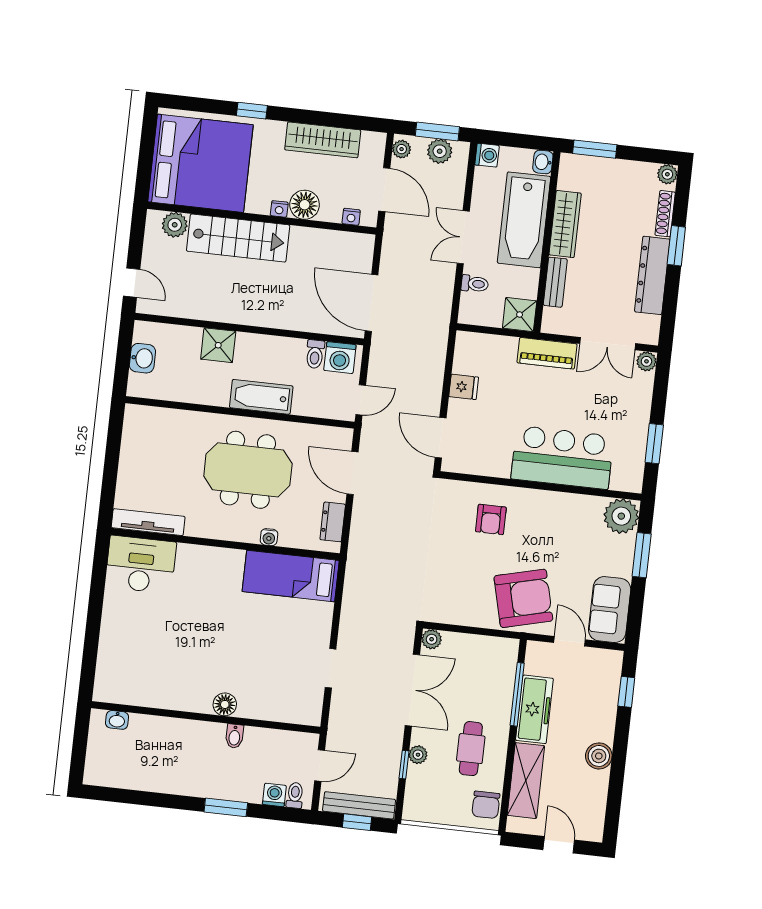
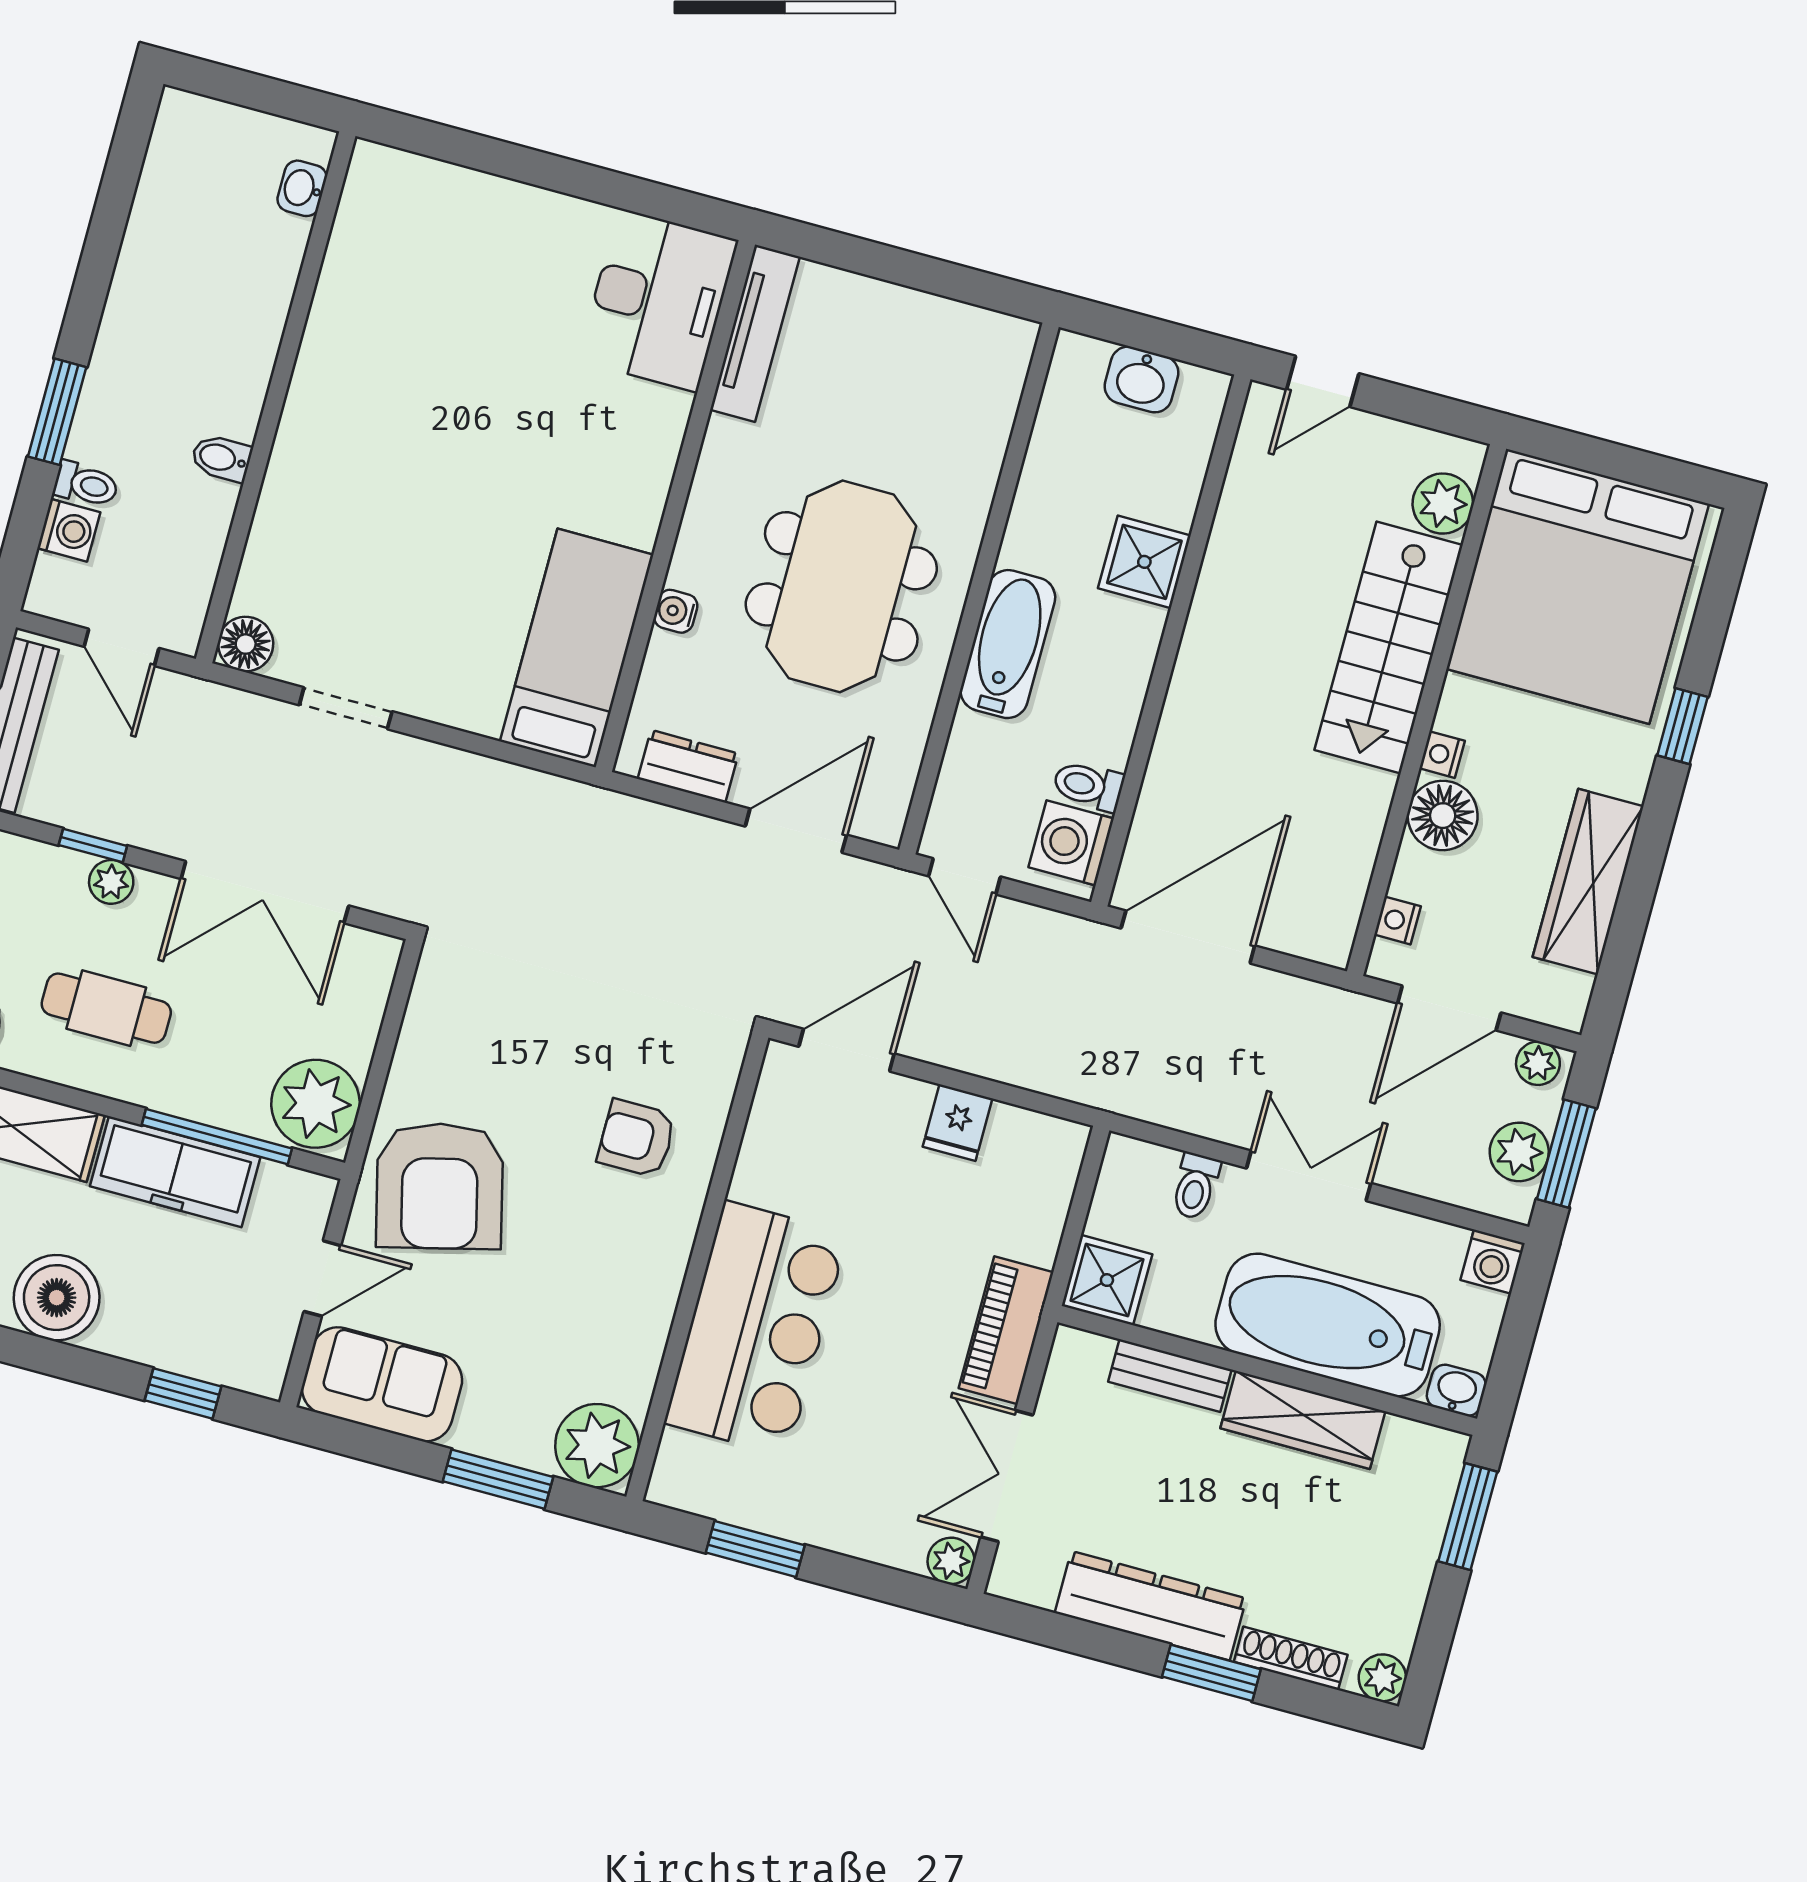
plant: (432, 639) -> (316, 1104), moved, width x1.88, depth x1.88
floor lamp: (225, 704) -> (246, 644), moved
boiler: (599, 756) -> (57, 1298), width x1.37, depth x1.37
toilet: (295, 795) -> (86, 484), moved

